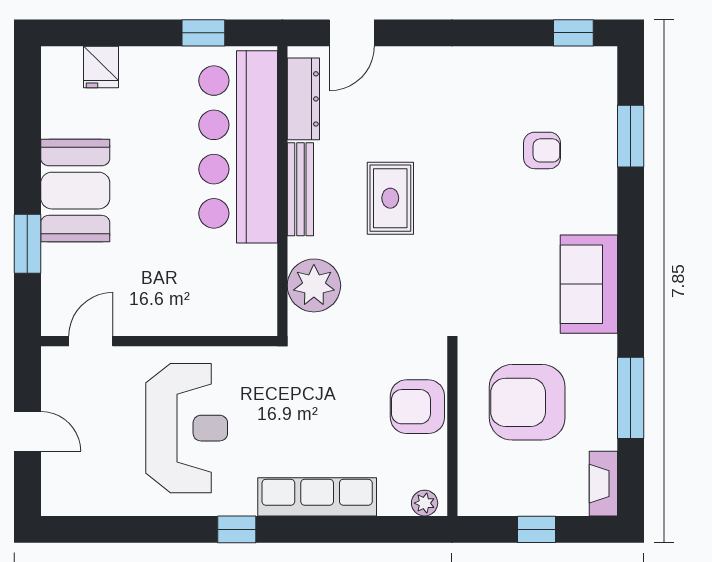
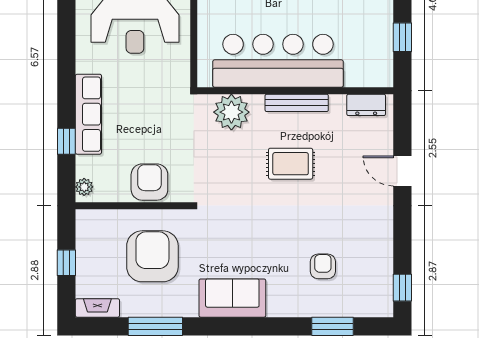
door: (352, 33) -> (402, 171), moved
dresser: (303, 99) -> (366, 105), width x0.70
bar counter: (238, 147) -> (278, 61), moved
armchair: (542, 150) -> (323, 266), turned 180
window: (237, 529) -> (66, 141), moved

